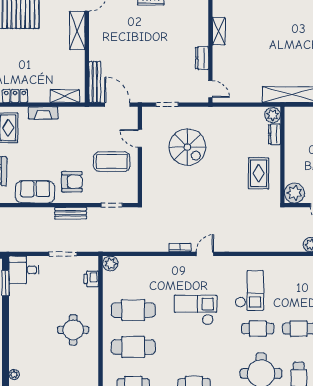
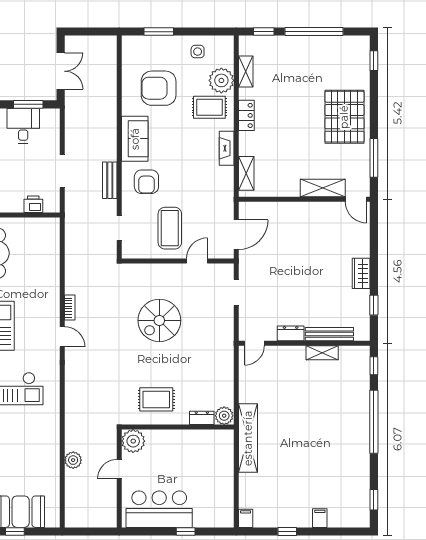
bench: (95, 82) -> (329, 334), moved
spiral stairs: (187, 147) -> (159, 320), moved
plant: (110, 264) -> (51, 227), removed
desk: (24, 270) -> (23, 126), moved

